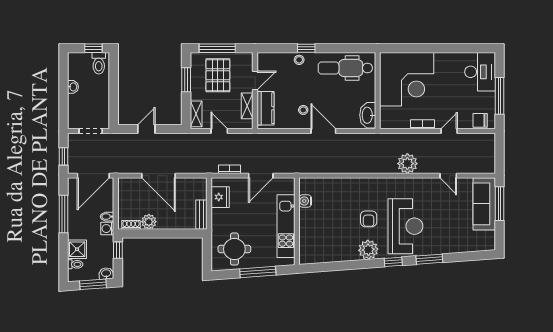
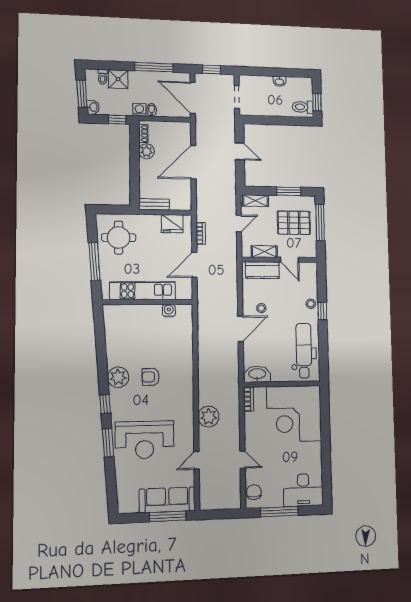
bookcase: (422, 124) -> (249, 399), moved
door: (261, 176) -> (194, 265), hinge flipped
reception desk: (405, 226) -> (145, 440), moved

